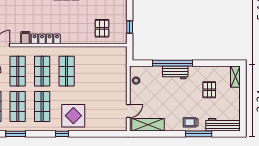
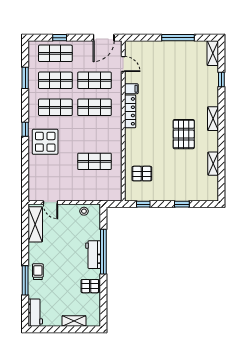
shop shelf: (67, 71) -> (94, 161), moved
shelving: (235, 77) -> (74, 321), moved
pallet: (209, 90) -> (90, 286), moved
workbench: (223, 125) -> (35, 313), width x0.73

